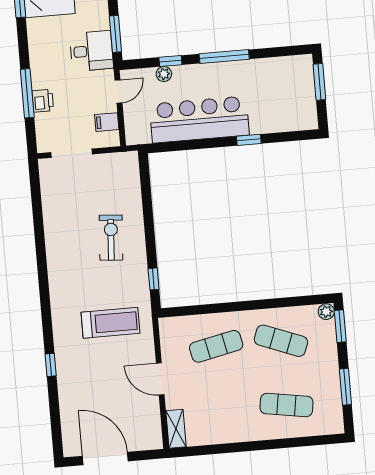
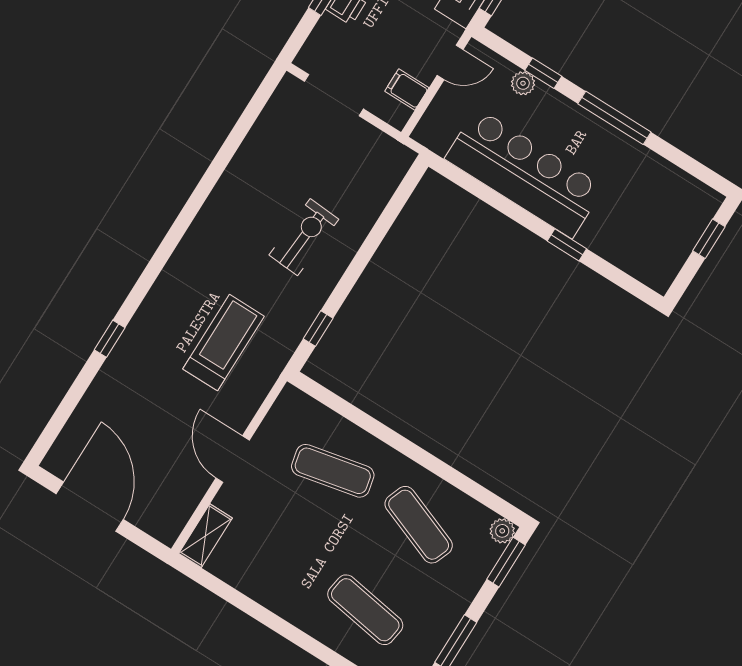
window: (319, 82) -> (709, 239), width x0.67
treadmill: (110, 323) -> (223, 343), turned -90

